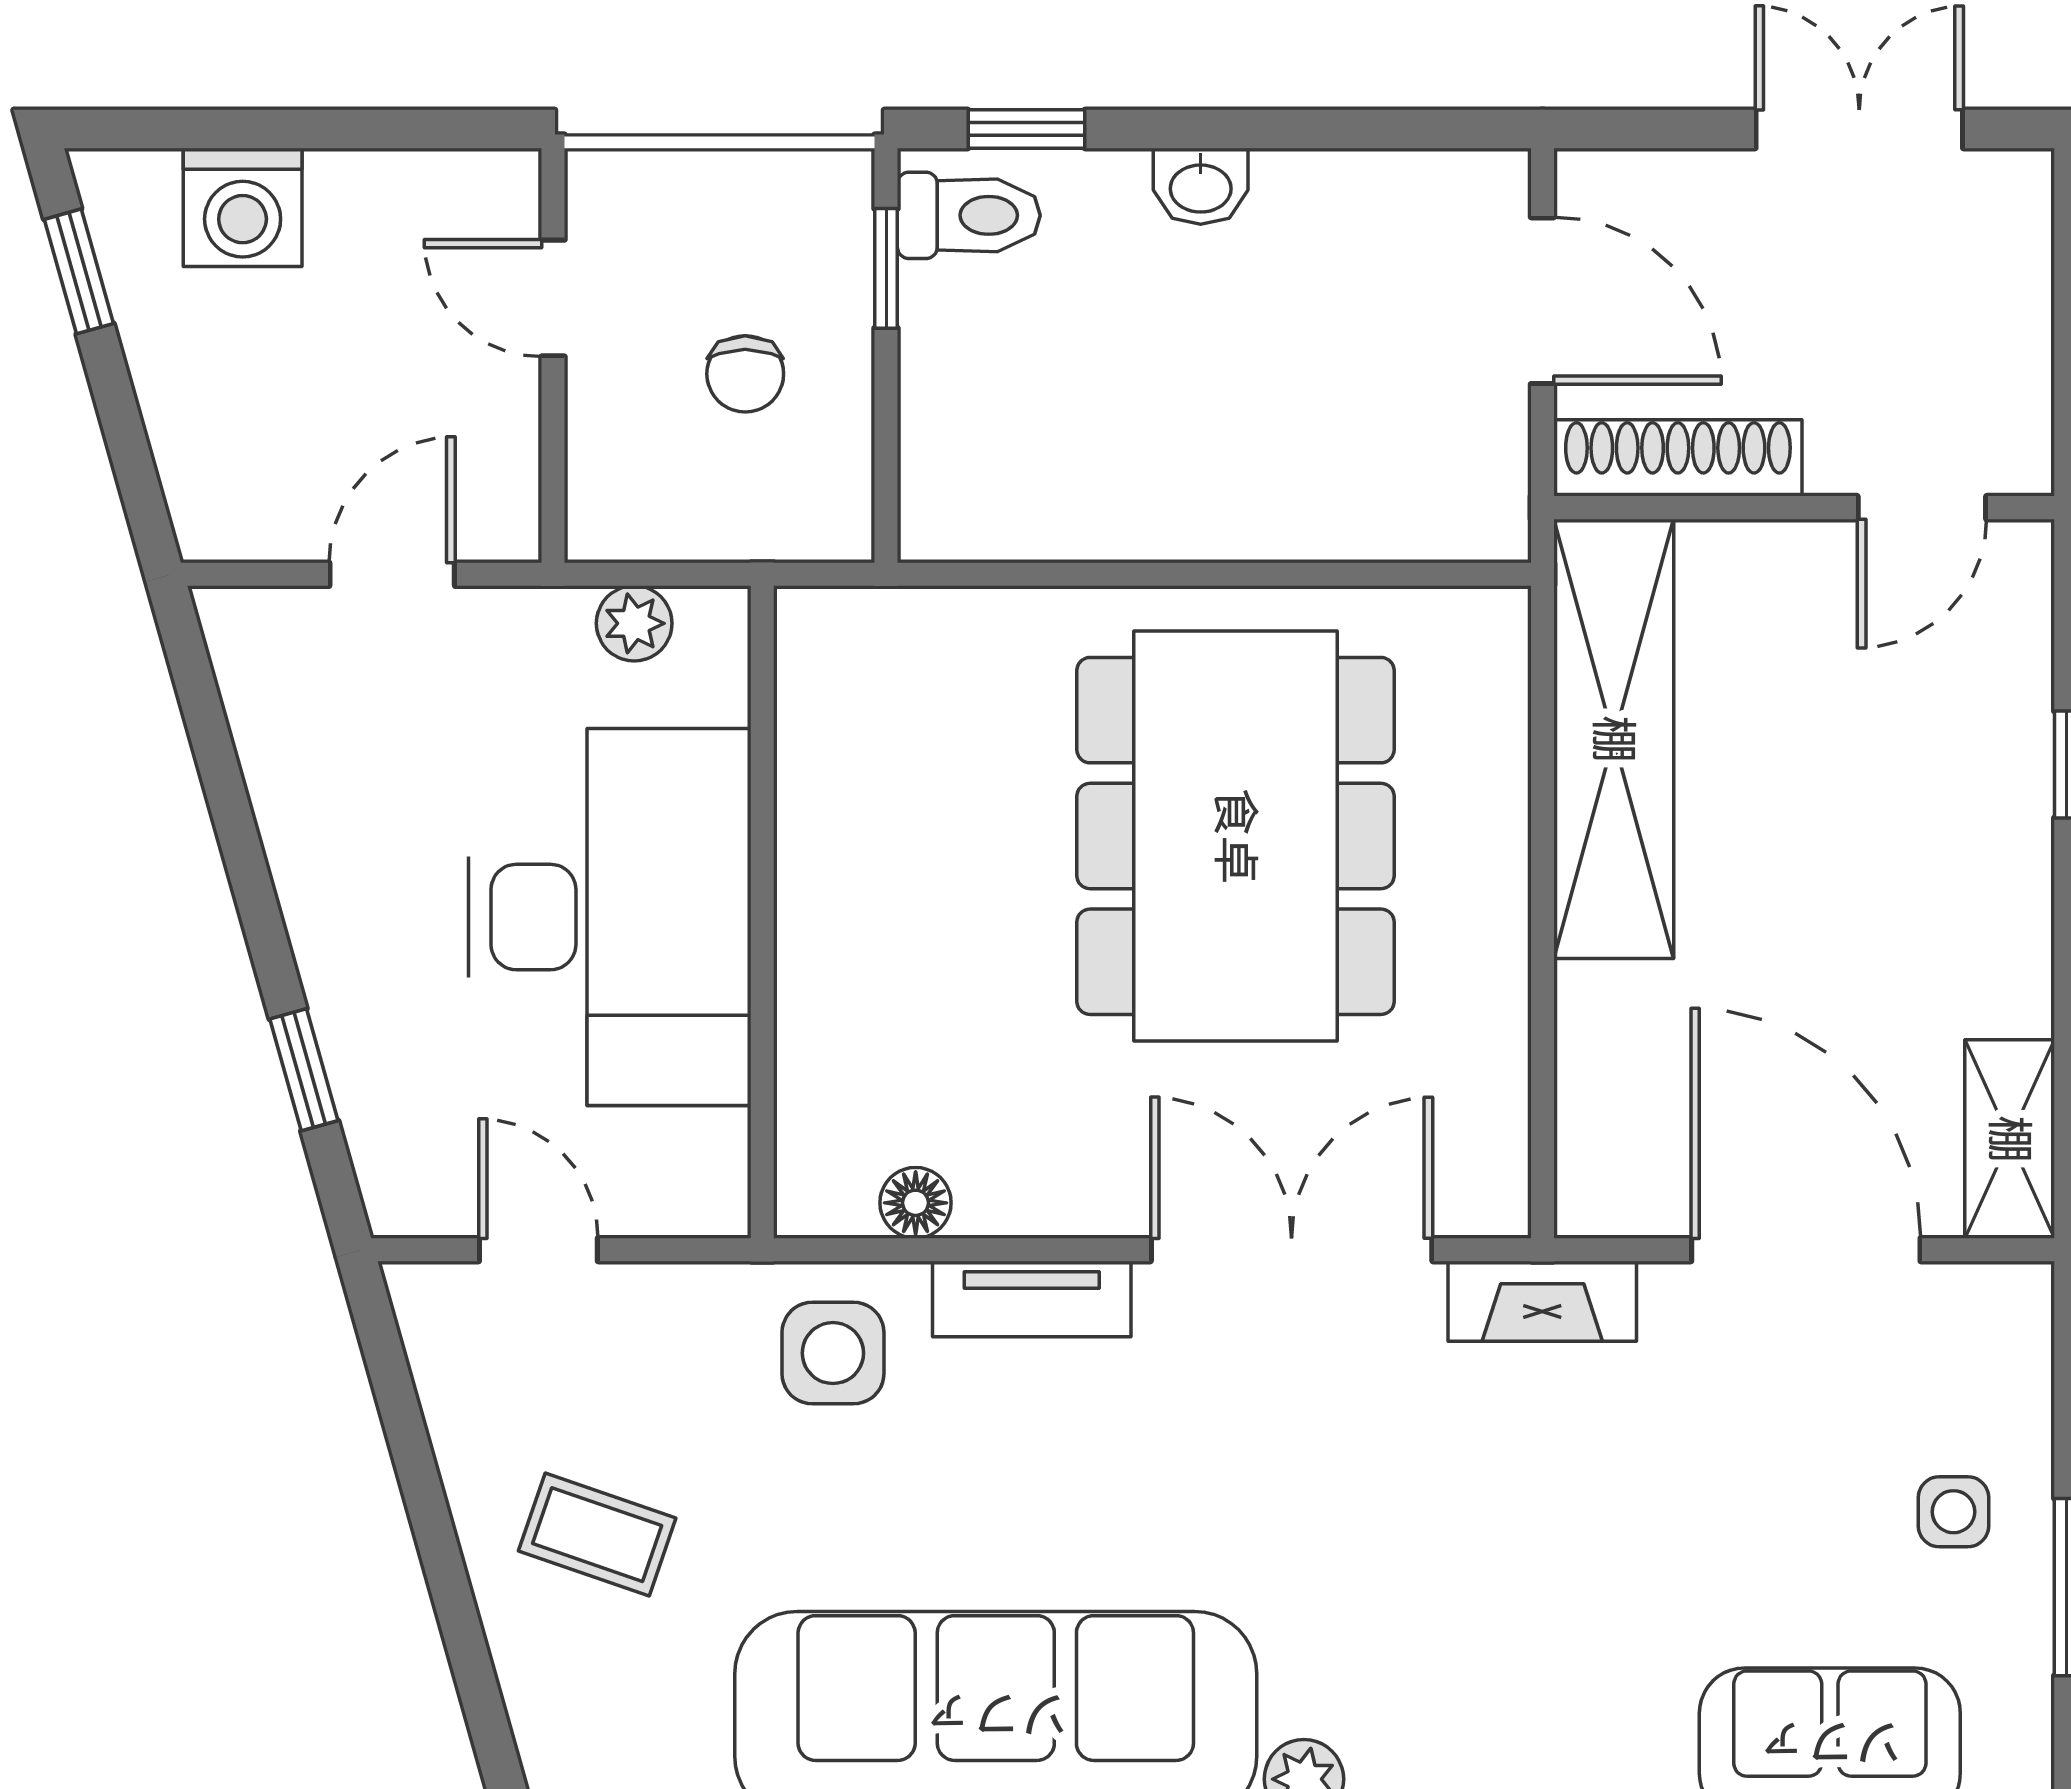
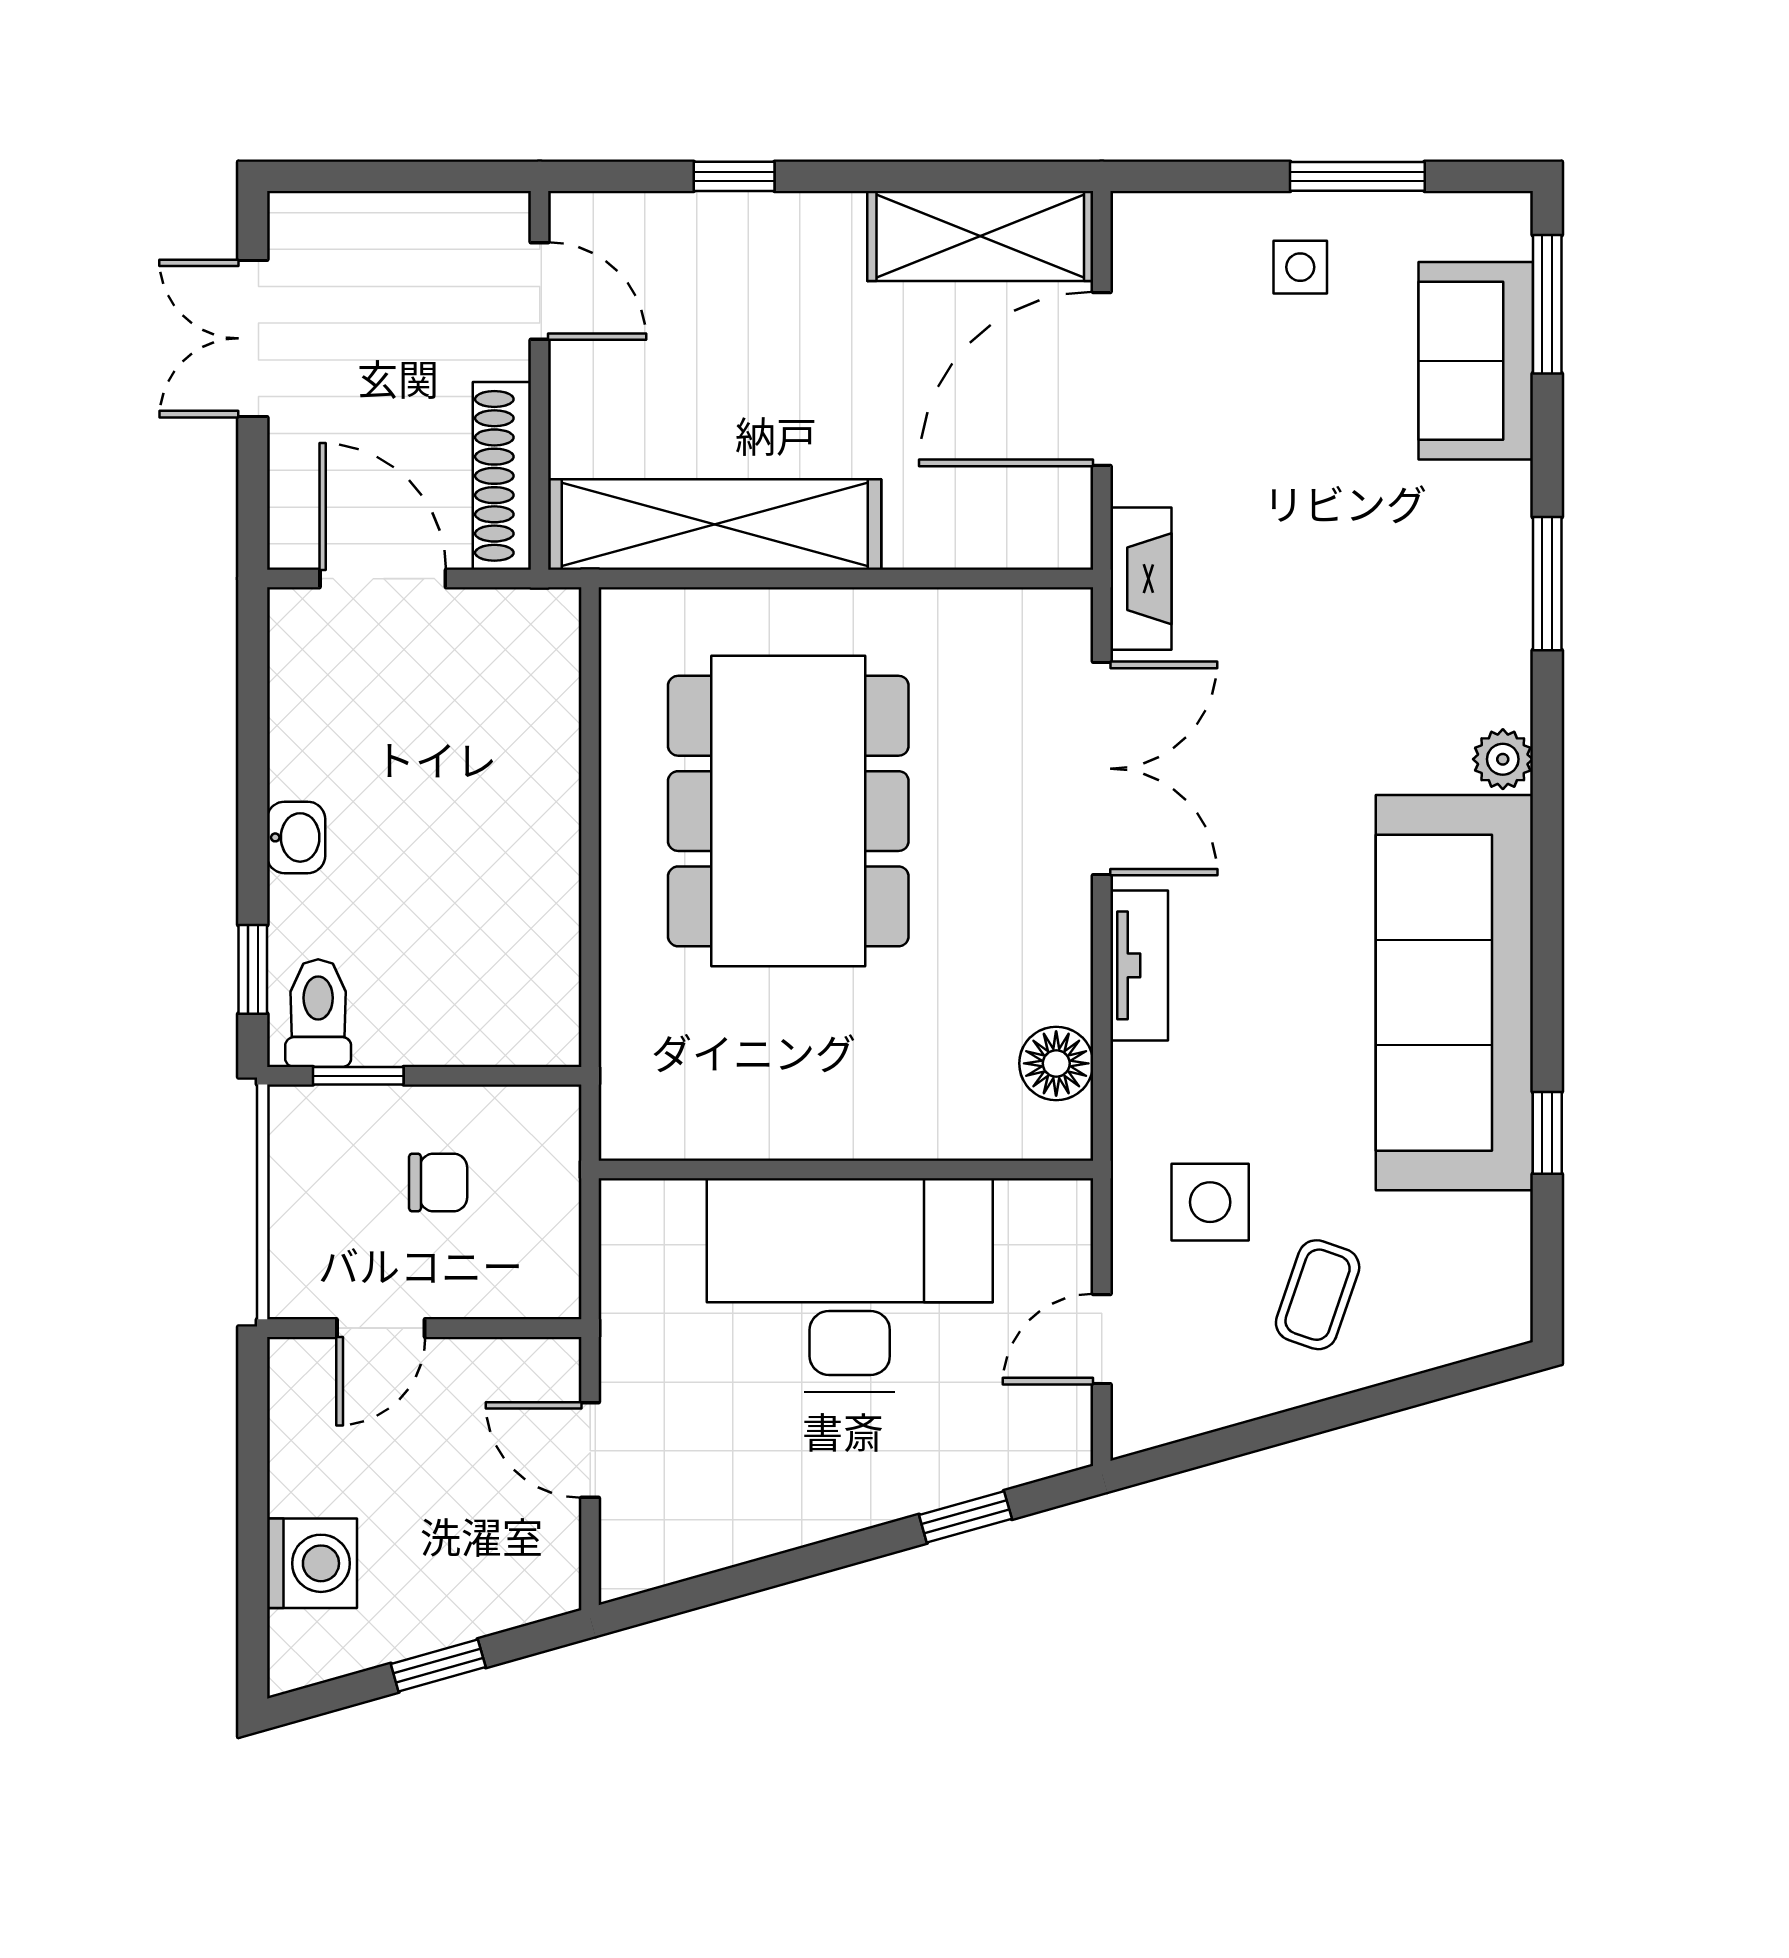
window: (79, 271) -> (438, 1665), moved
door: (1542, 301) -> (383, 579), hinge flipped
plant: (634, 623) -> (627, 1267), removed
dining table: (1236, 836) -> (788, 811), turned 90
shelving: (2010, 1139) -> (980, 236), width x1.50, depth x1.33
floor lamp: (916, 1203) -> (1056, 1063), width x1.37, depth x1.37
double door: (1292, 1250) -> (1102, 769), swing flipped
side table: (833, 1353) -> (1210, 1202), moved

